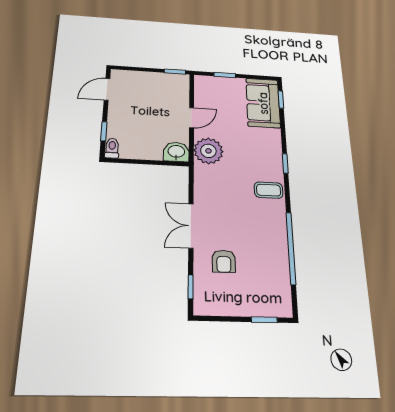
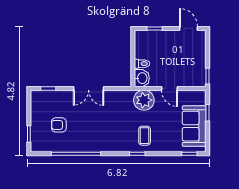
sofa: (263, 103) -> (194, 126), moved, turned -90
toilet: (112, 148) -> (142, 64), moved
coffee table: (269, 190) -> (145, 136), moved
double door: (191, 226) -> (89, 88), swing flipped
armchair: (224, 261) -> (59, 125), moved

